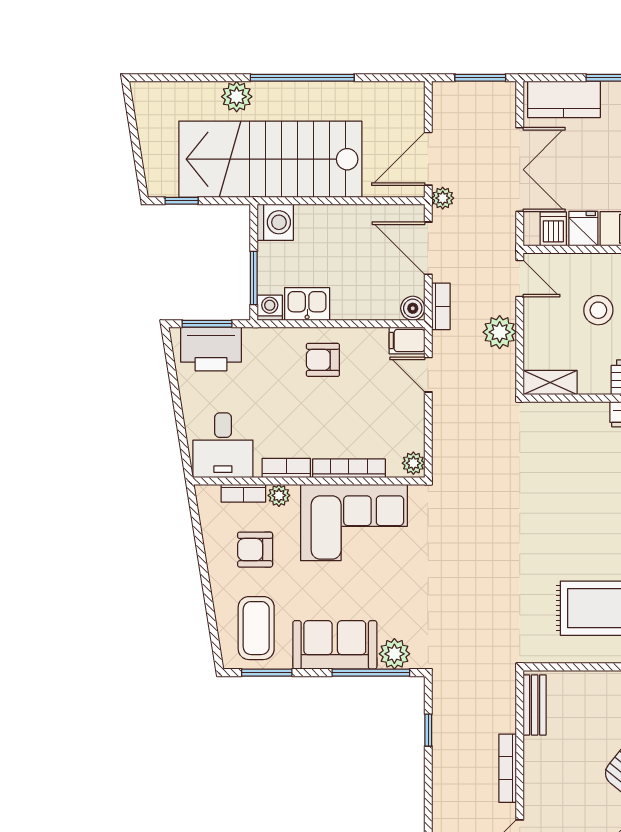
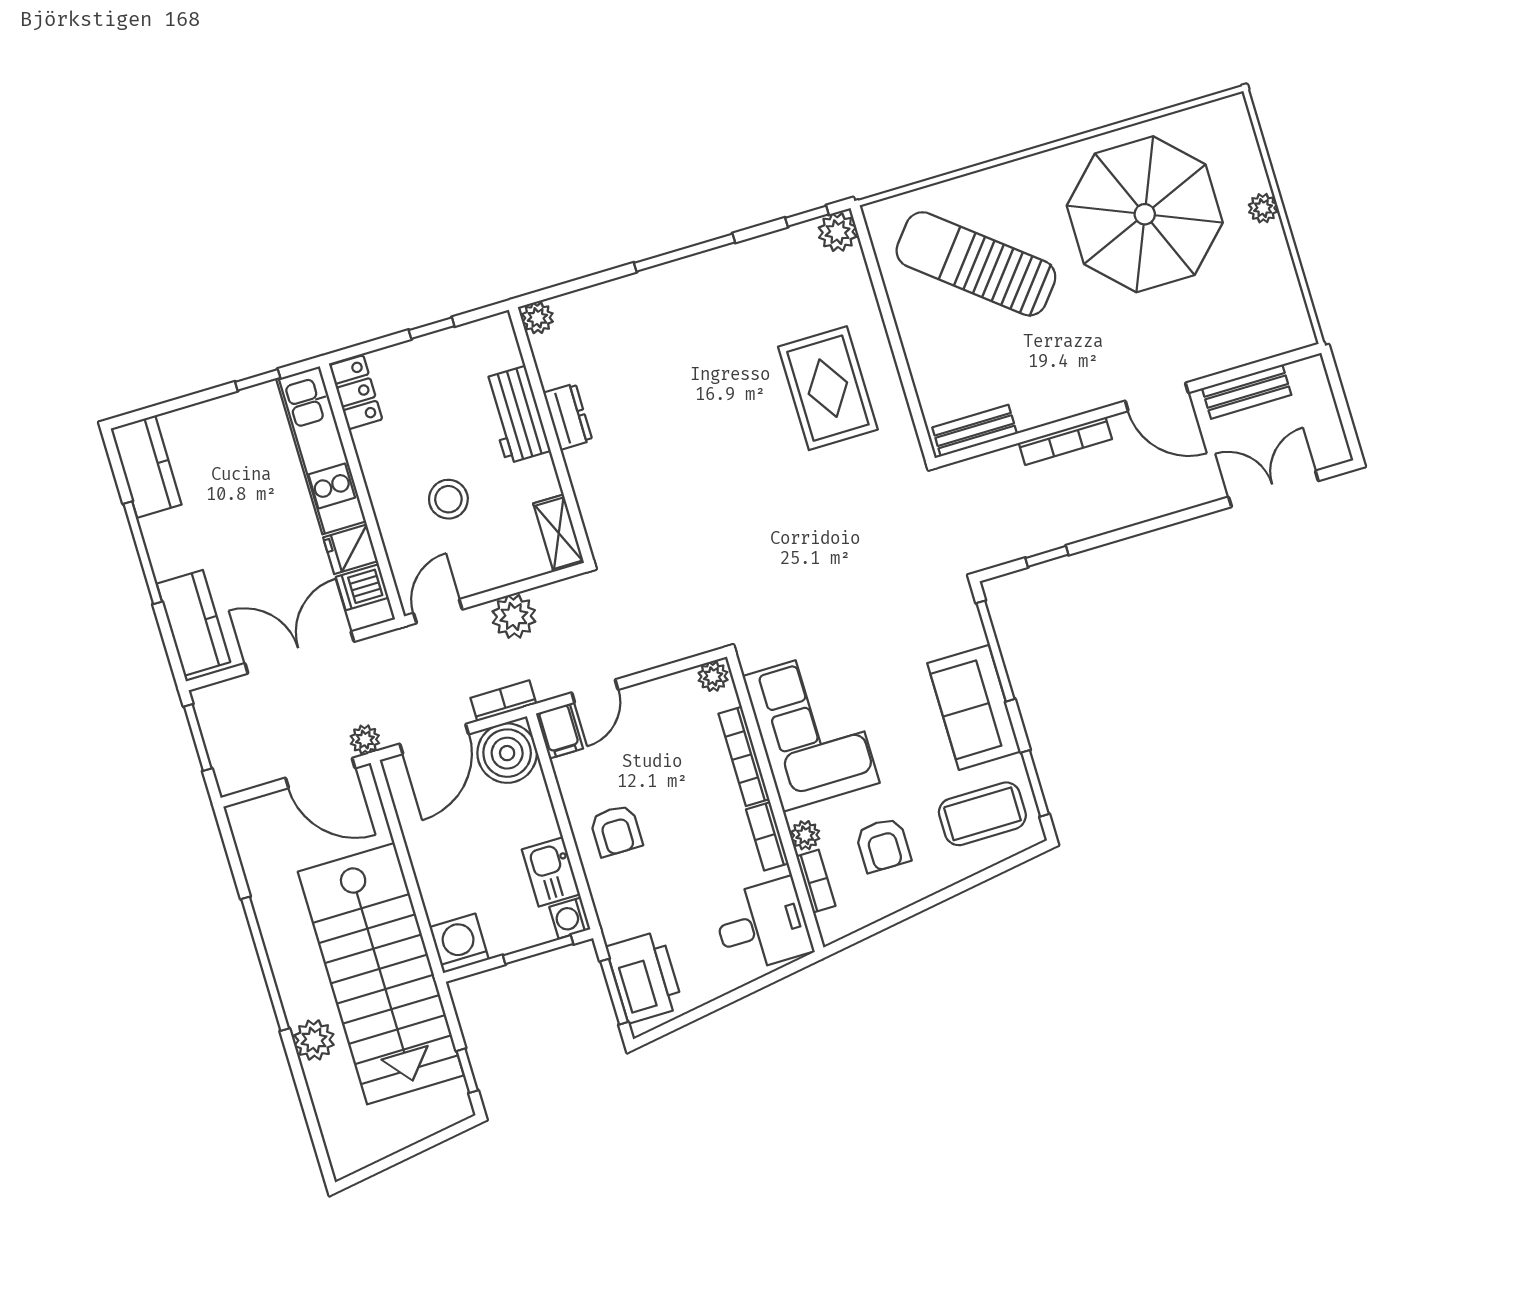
boiler: (413, 308) -> (507, 753), width x1.86, depth x1.86
plant: (394, 654) -> (963, 628), removed

